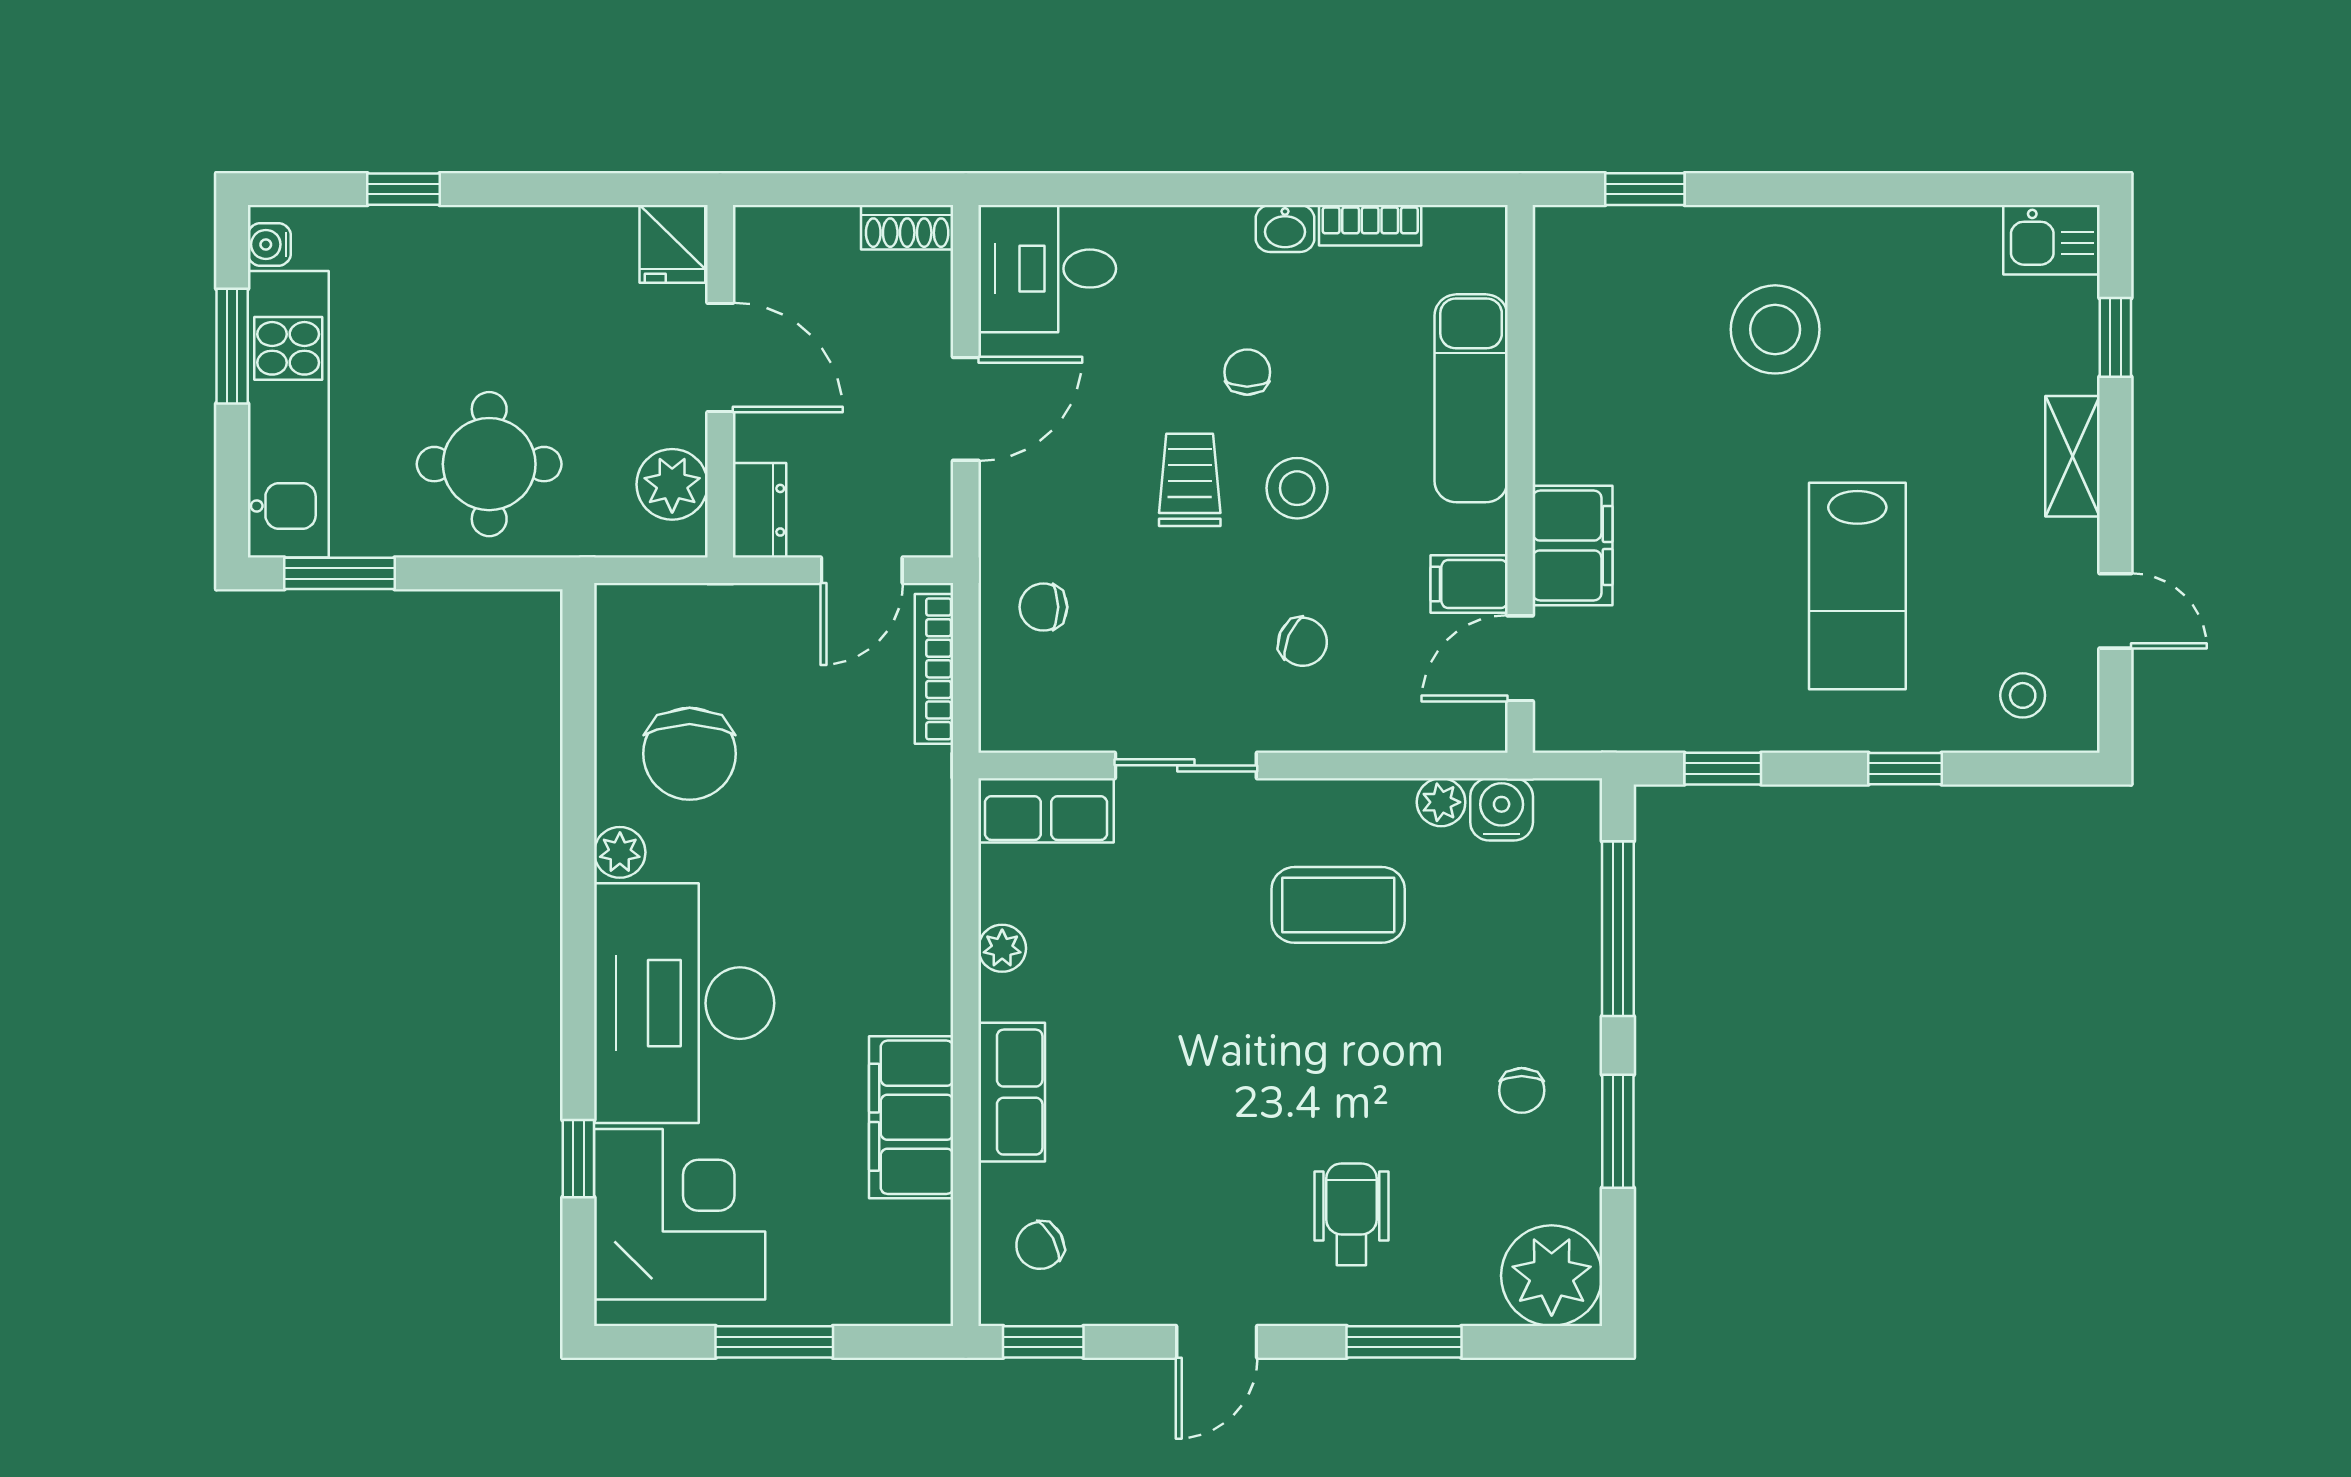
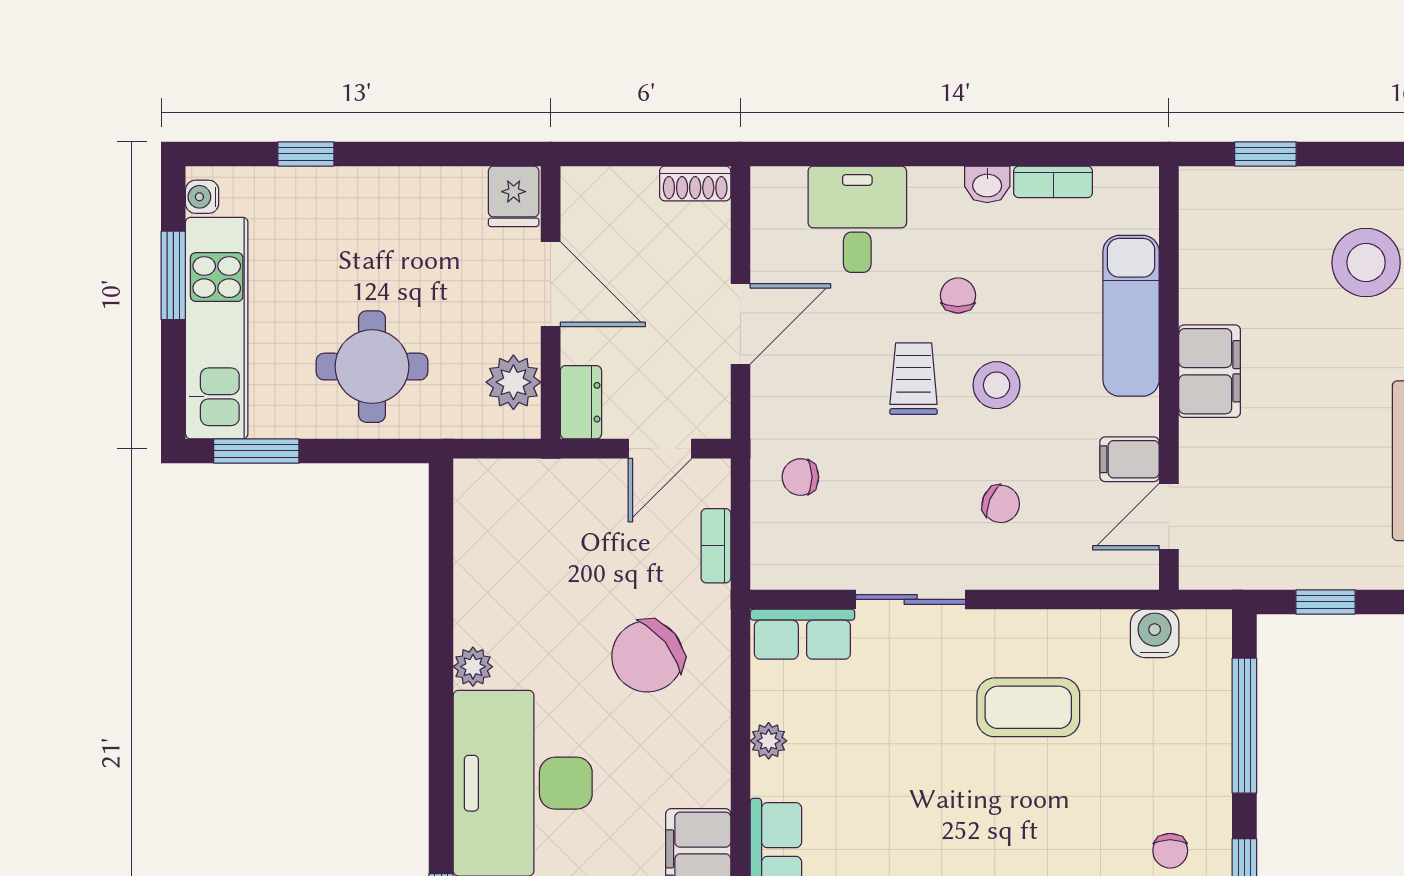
desk: (1047, 269) -> (857, 219), moved, turned 90
filing cabinet: (1573, 545) -> (1210, 371), moved
bookcase: (934, 669) -> (716, 546), width x0.64
chair: (690, 754) -> (647, 656), moved, turned 51
plant: (1441, 802) -> (1108, 628), removed

